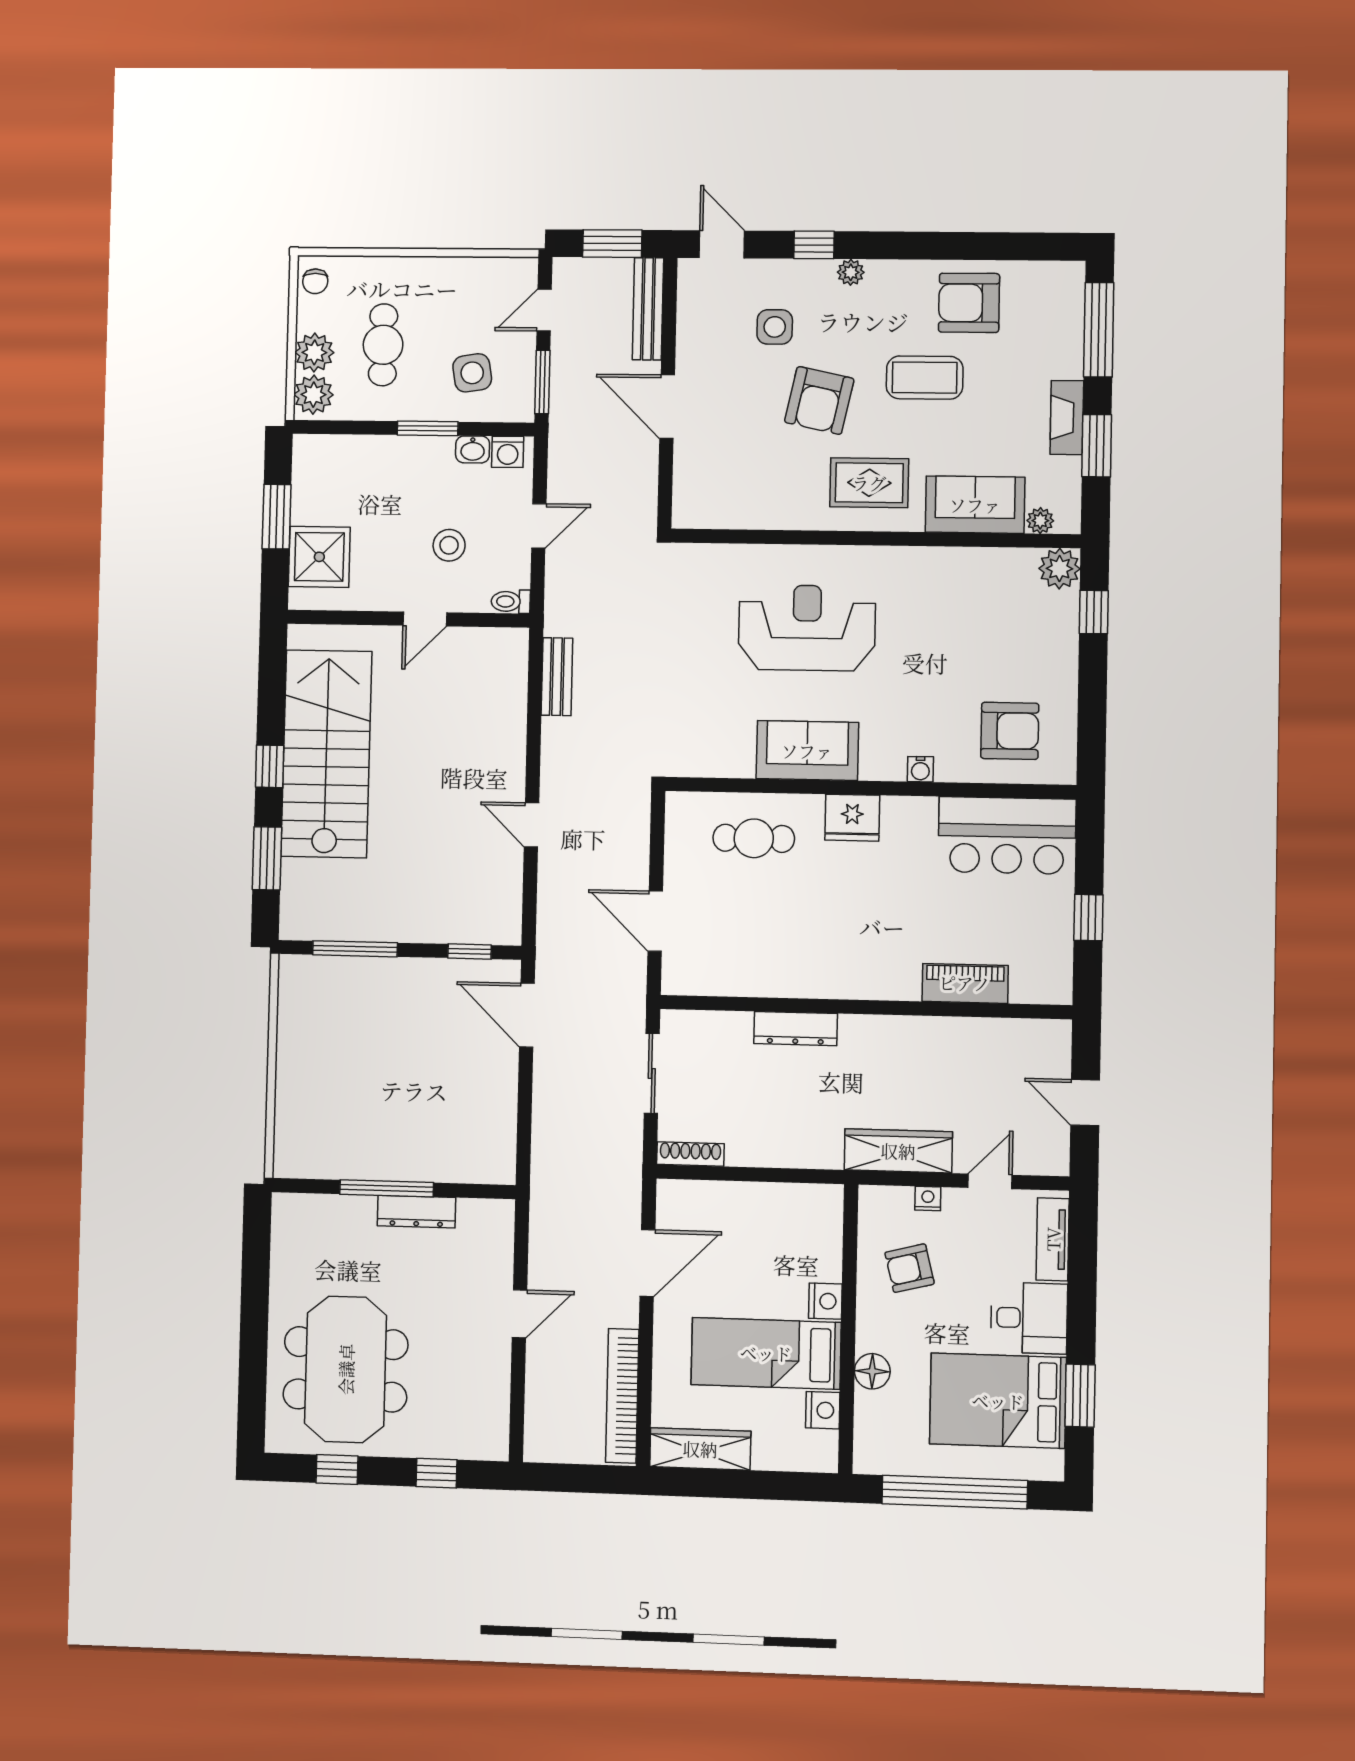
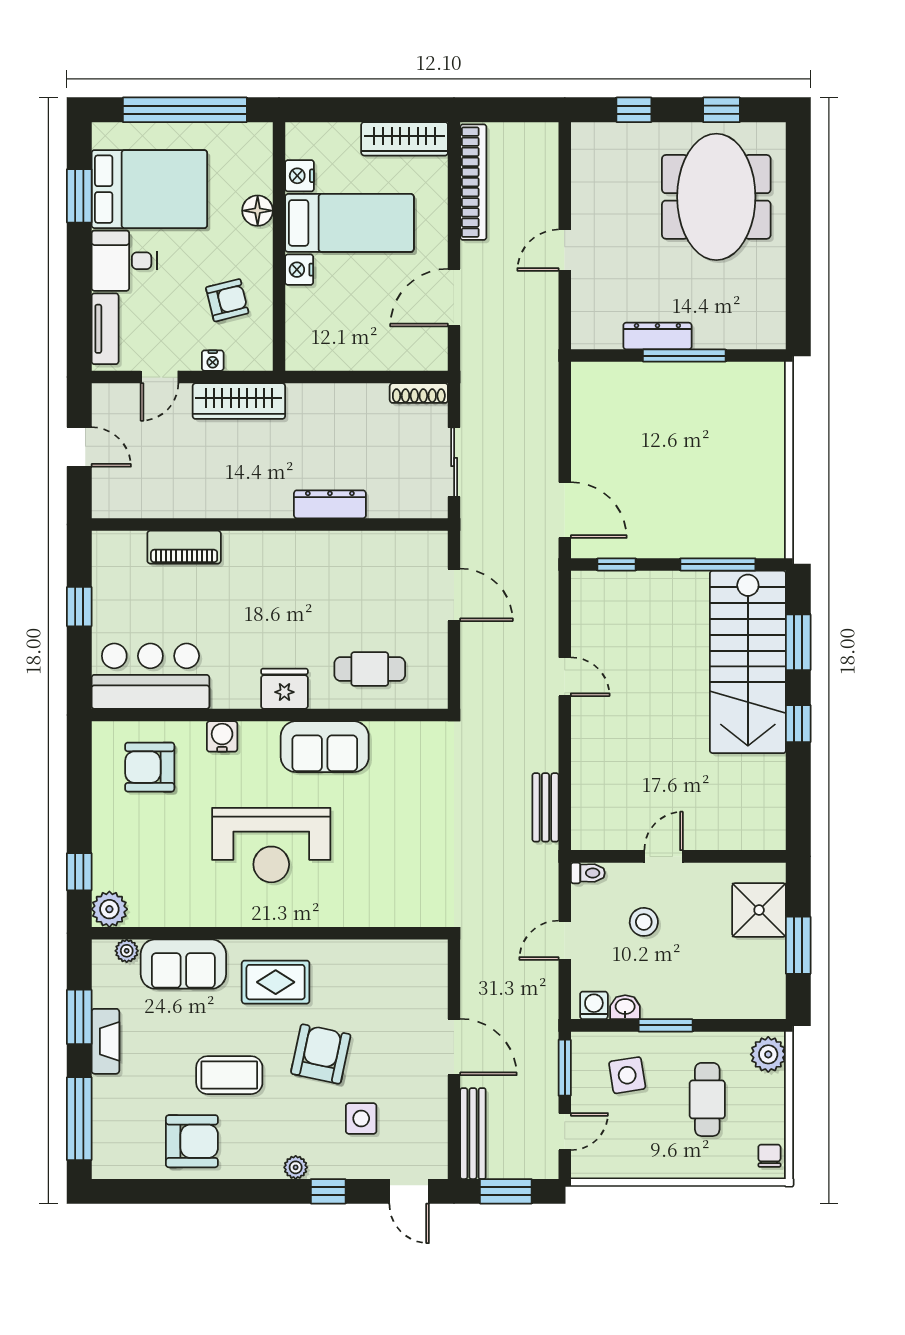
plant: (314, 352) -> (768, 1092), removed
reception desk: (807, 628) -> (271, 845), moved
stairs: (326, 754) -> (748, 662), moved
water cooler: (920, 769) -> (222, 736), width x1.38, depth x1.38

